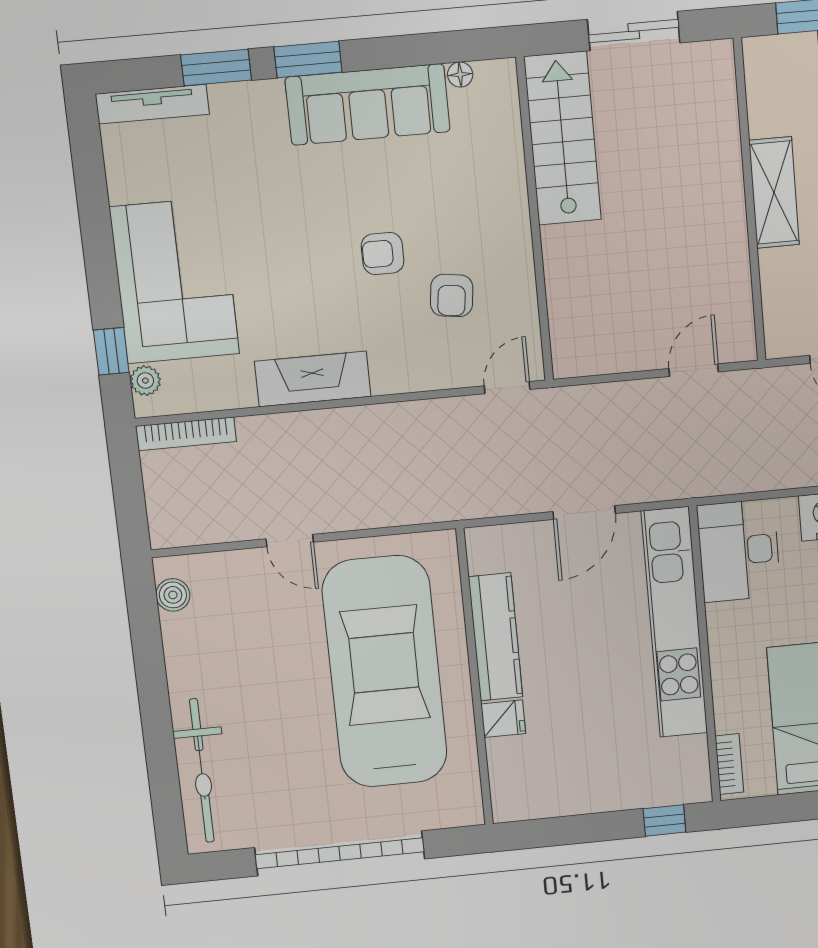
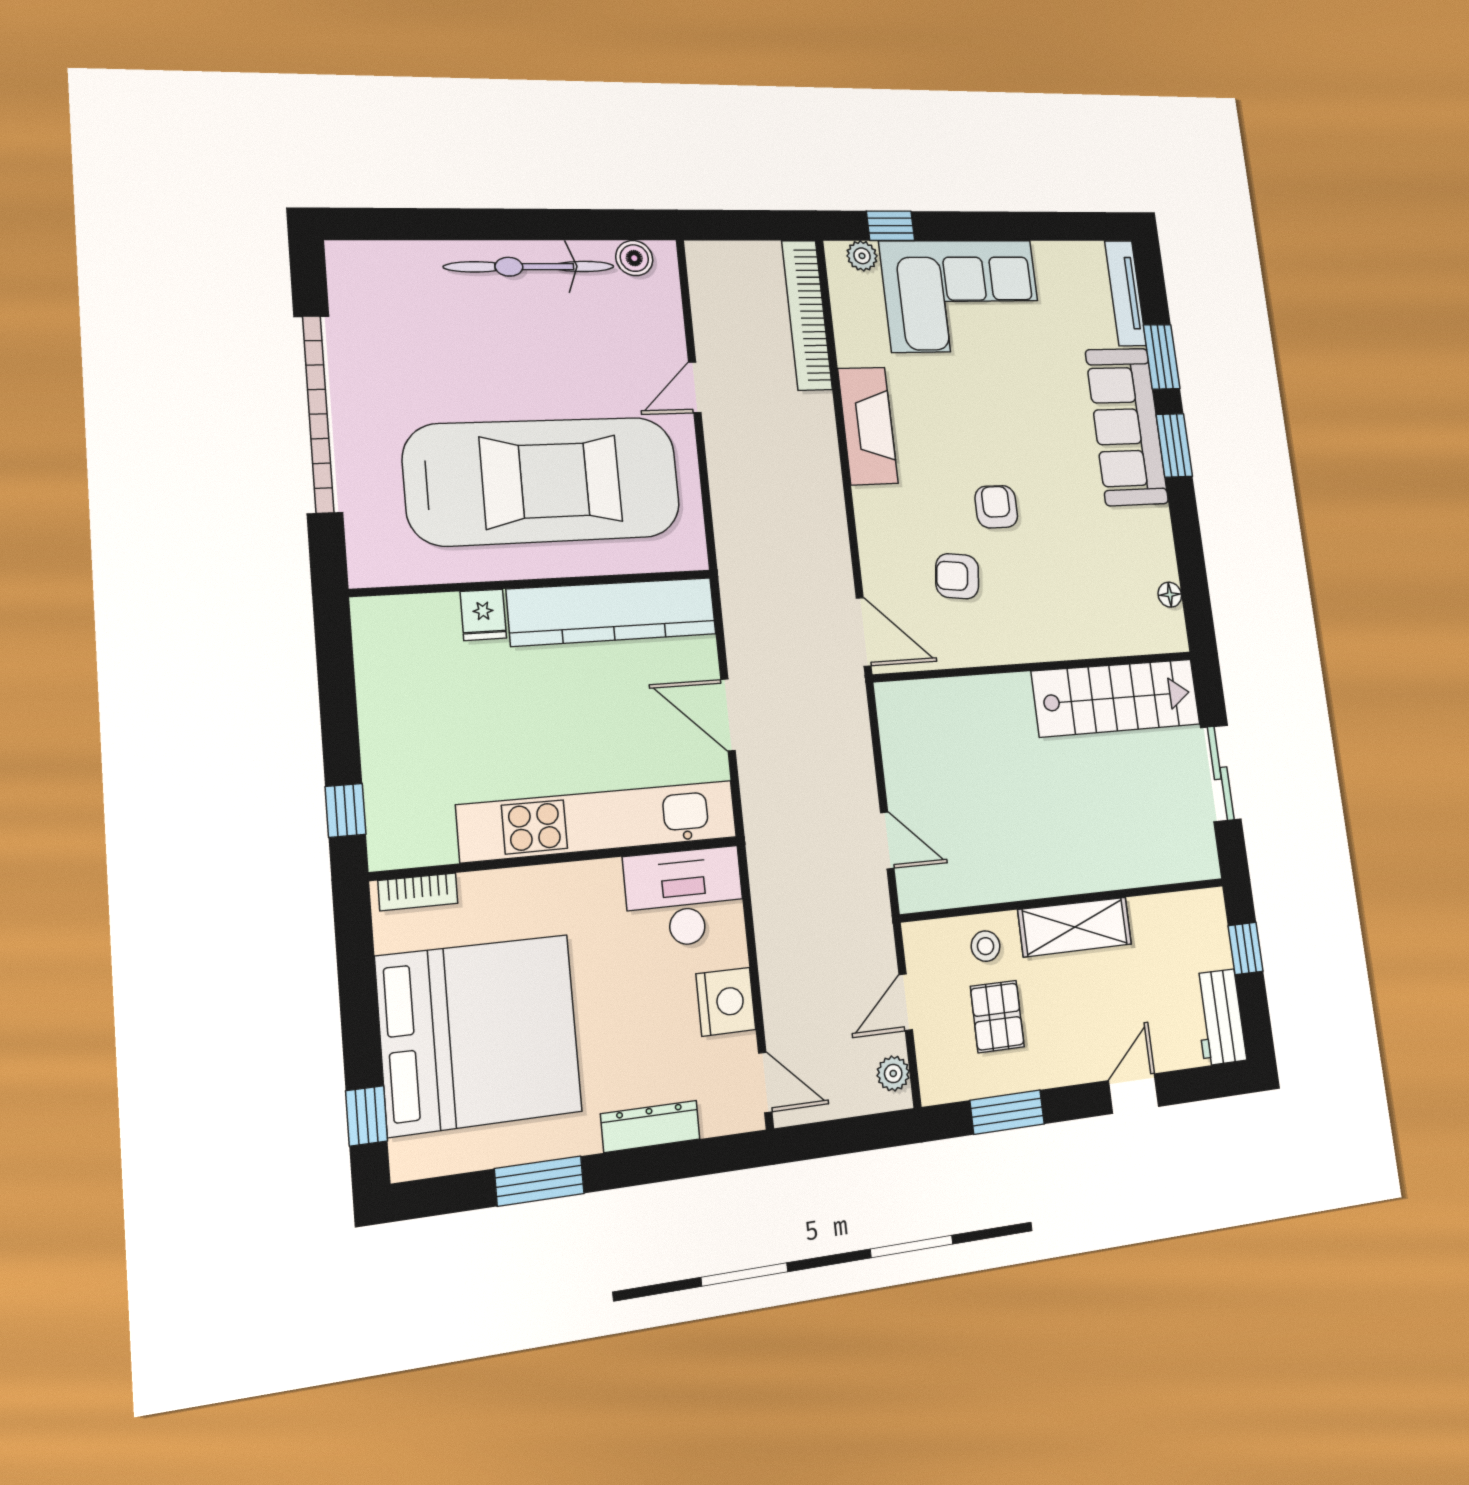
sofa: (368, 104) -> (1127, 426), moved
stool: (788, 281) -> (986, 946), added
door: (507, 388) -> (864, 632), width x1.38
bookcase: (186, 434) -> (807, 315), width x1.48, depth x1.31
kitchen counter: (496, 637) -> (612, 612), width x1.39, depth x1.17
bicycle: (202, 771) -> (529, 267), moved

